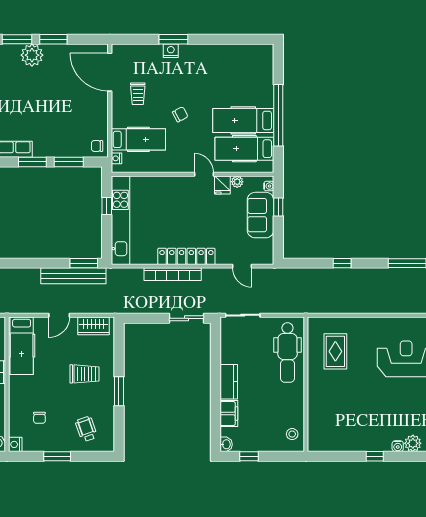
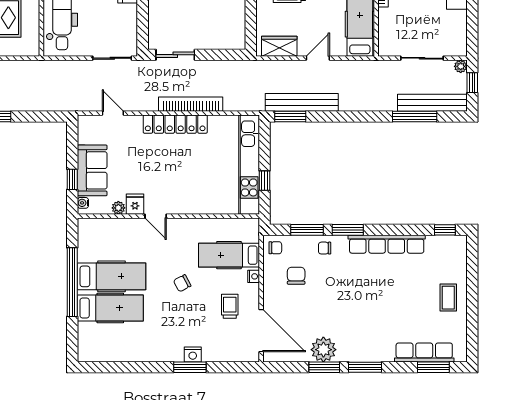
plant: (32, 55) -> (323, 350), moved
chair: (78, 121) -> (296, 276), added
chair: (53, 146) -> (325, 248), added
hospital bed: (244, 149) -> (110, 308), moved
nightstand: (116, 158) -> (254, 276), moved

